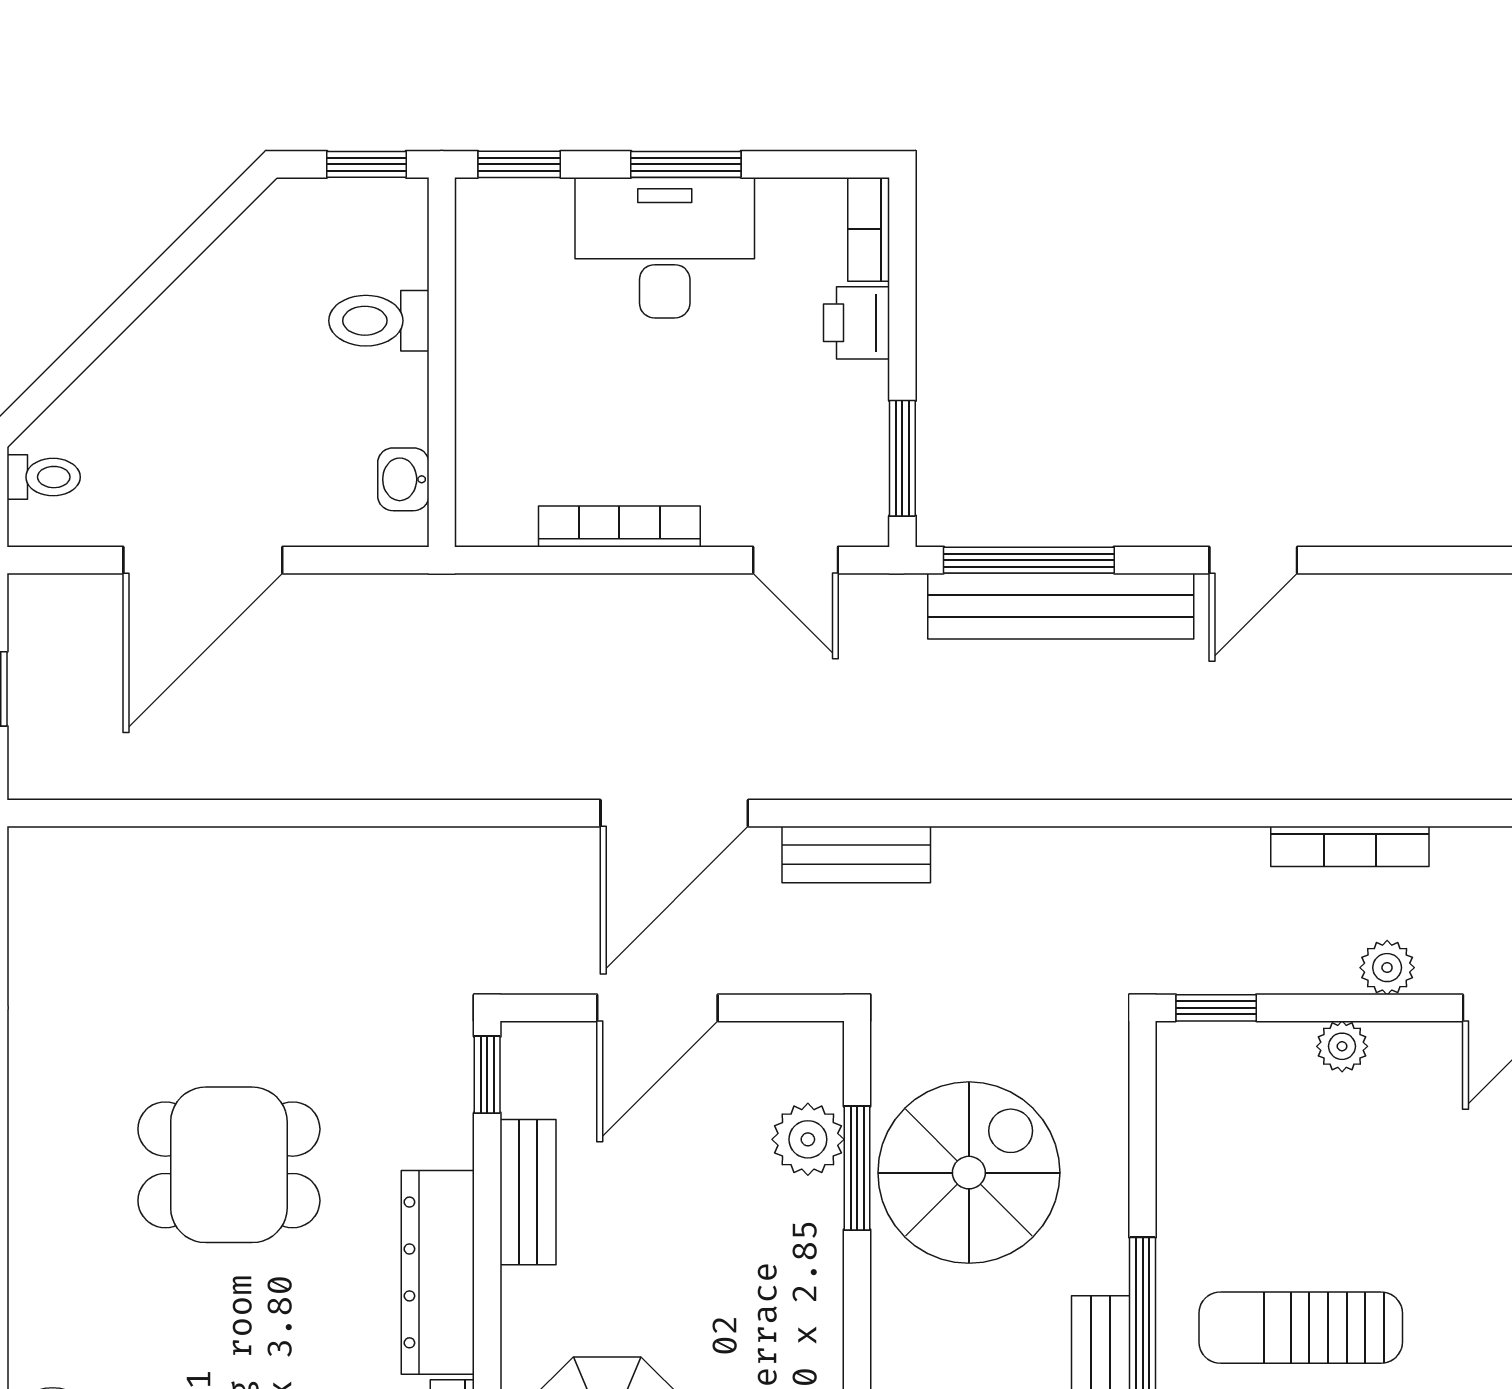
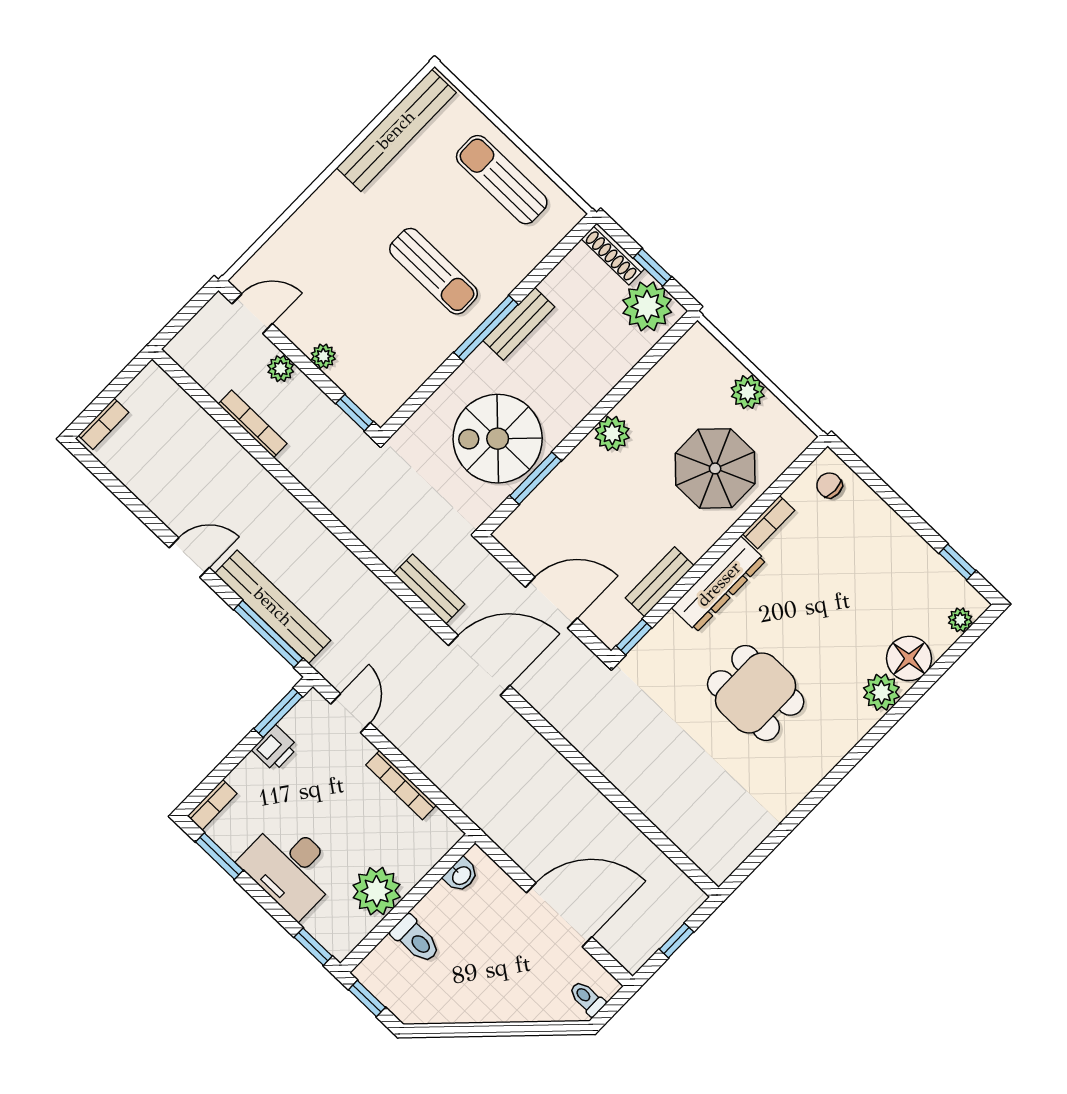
window: (686, 164) -> (219, 856), moved
printer: (856, 323) -> (275, 748), moved
plant: (505, 336) -> (377, 891), added
plant: (808, 1139) -> (612, 433), moved
plant: (45, 1344) -> (881, 692), added

